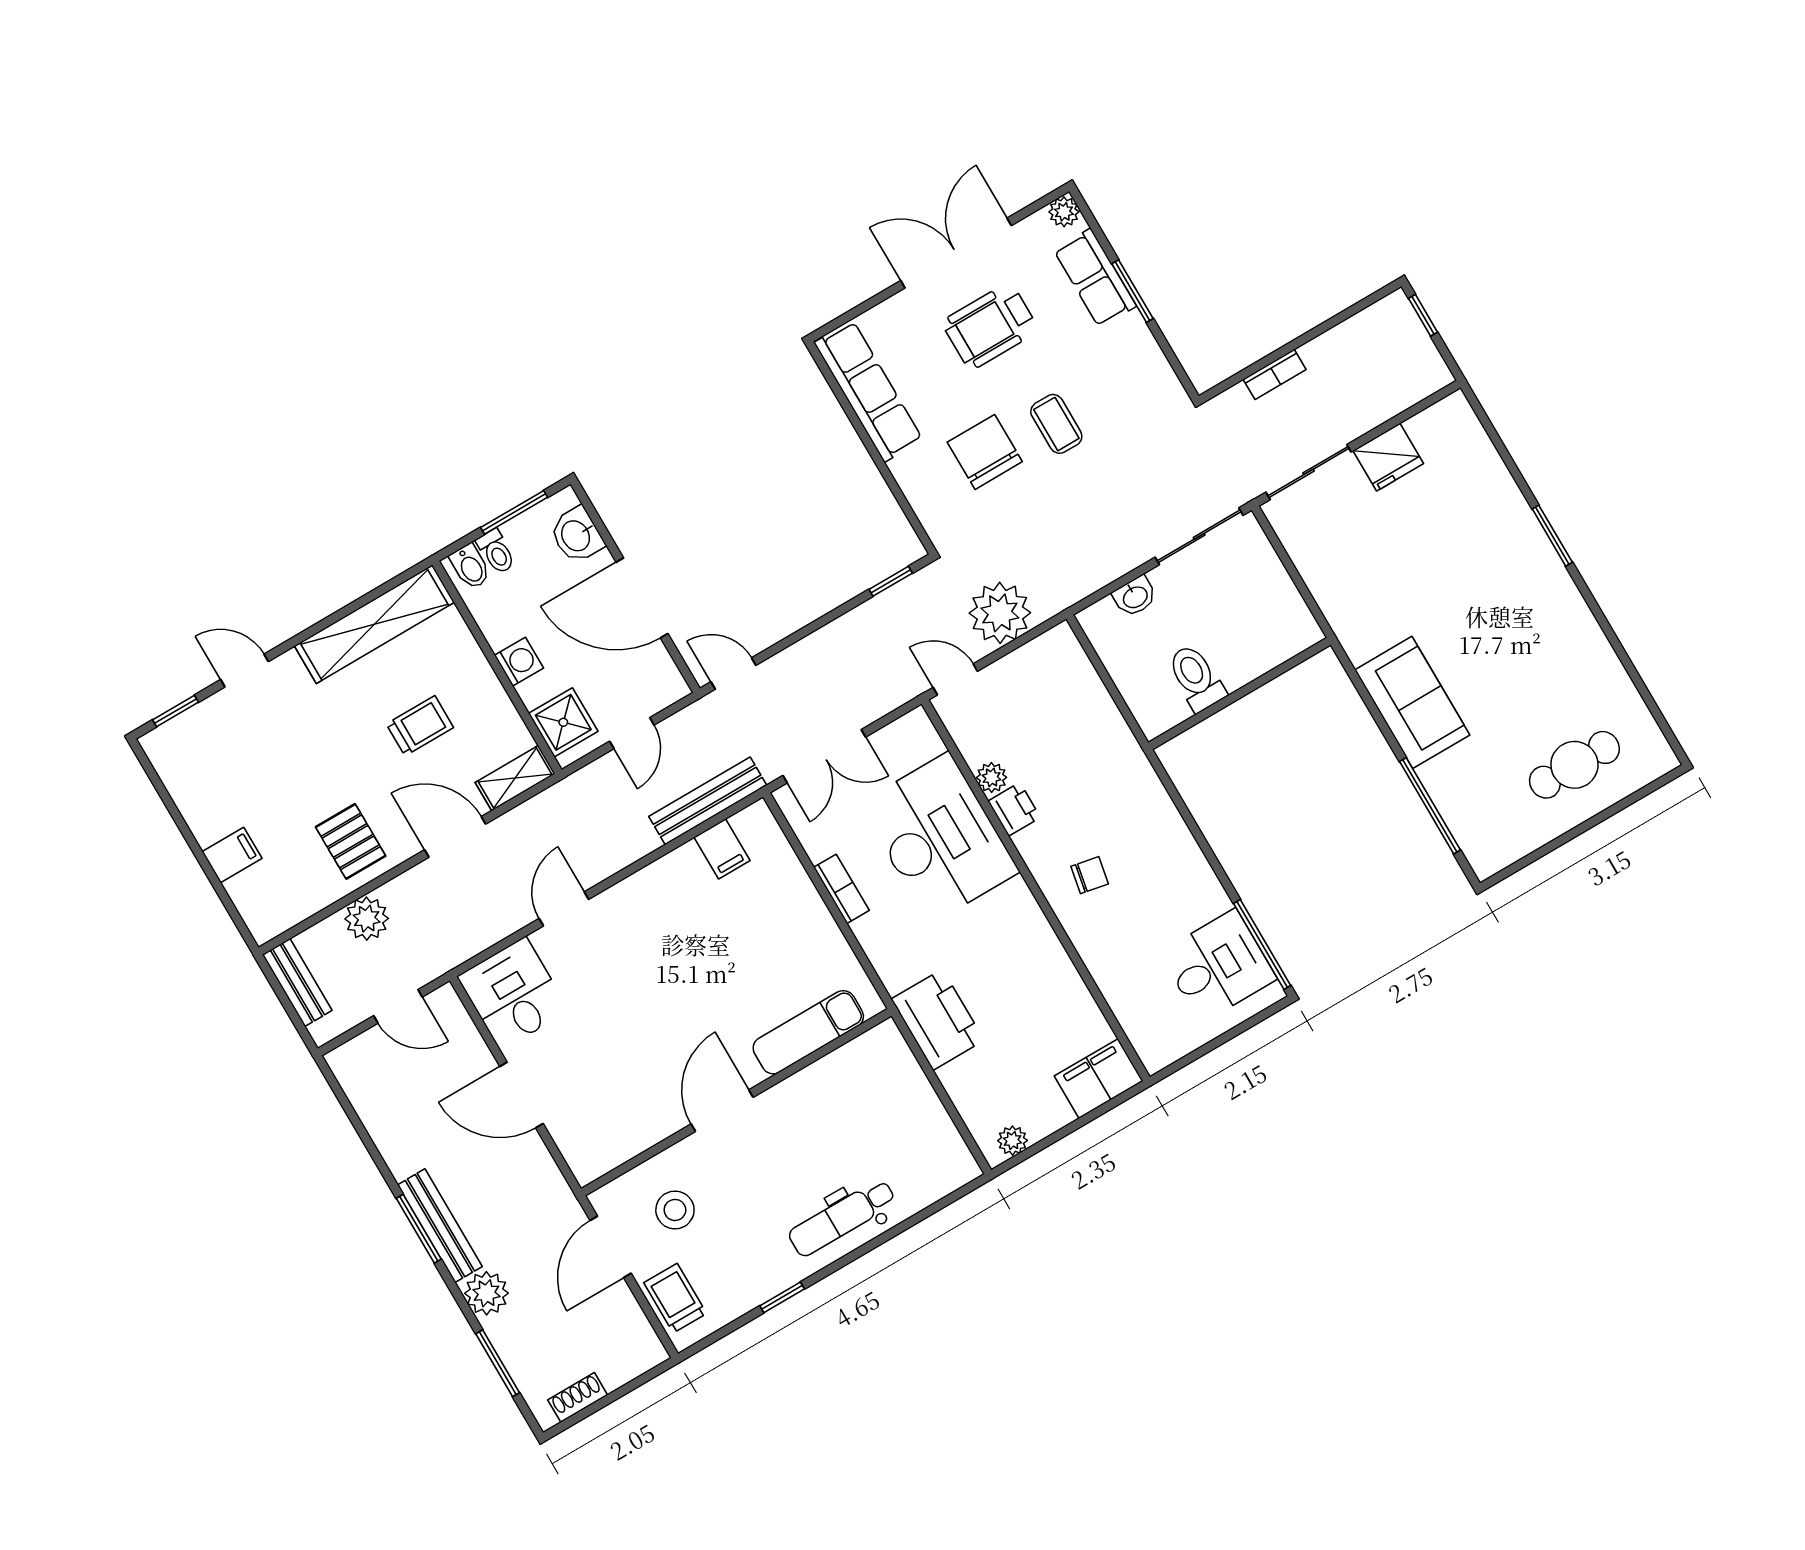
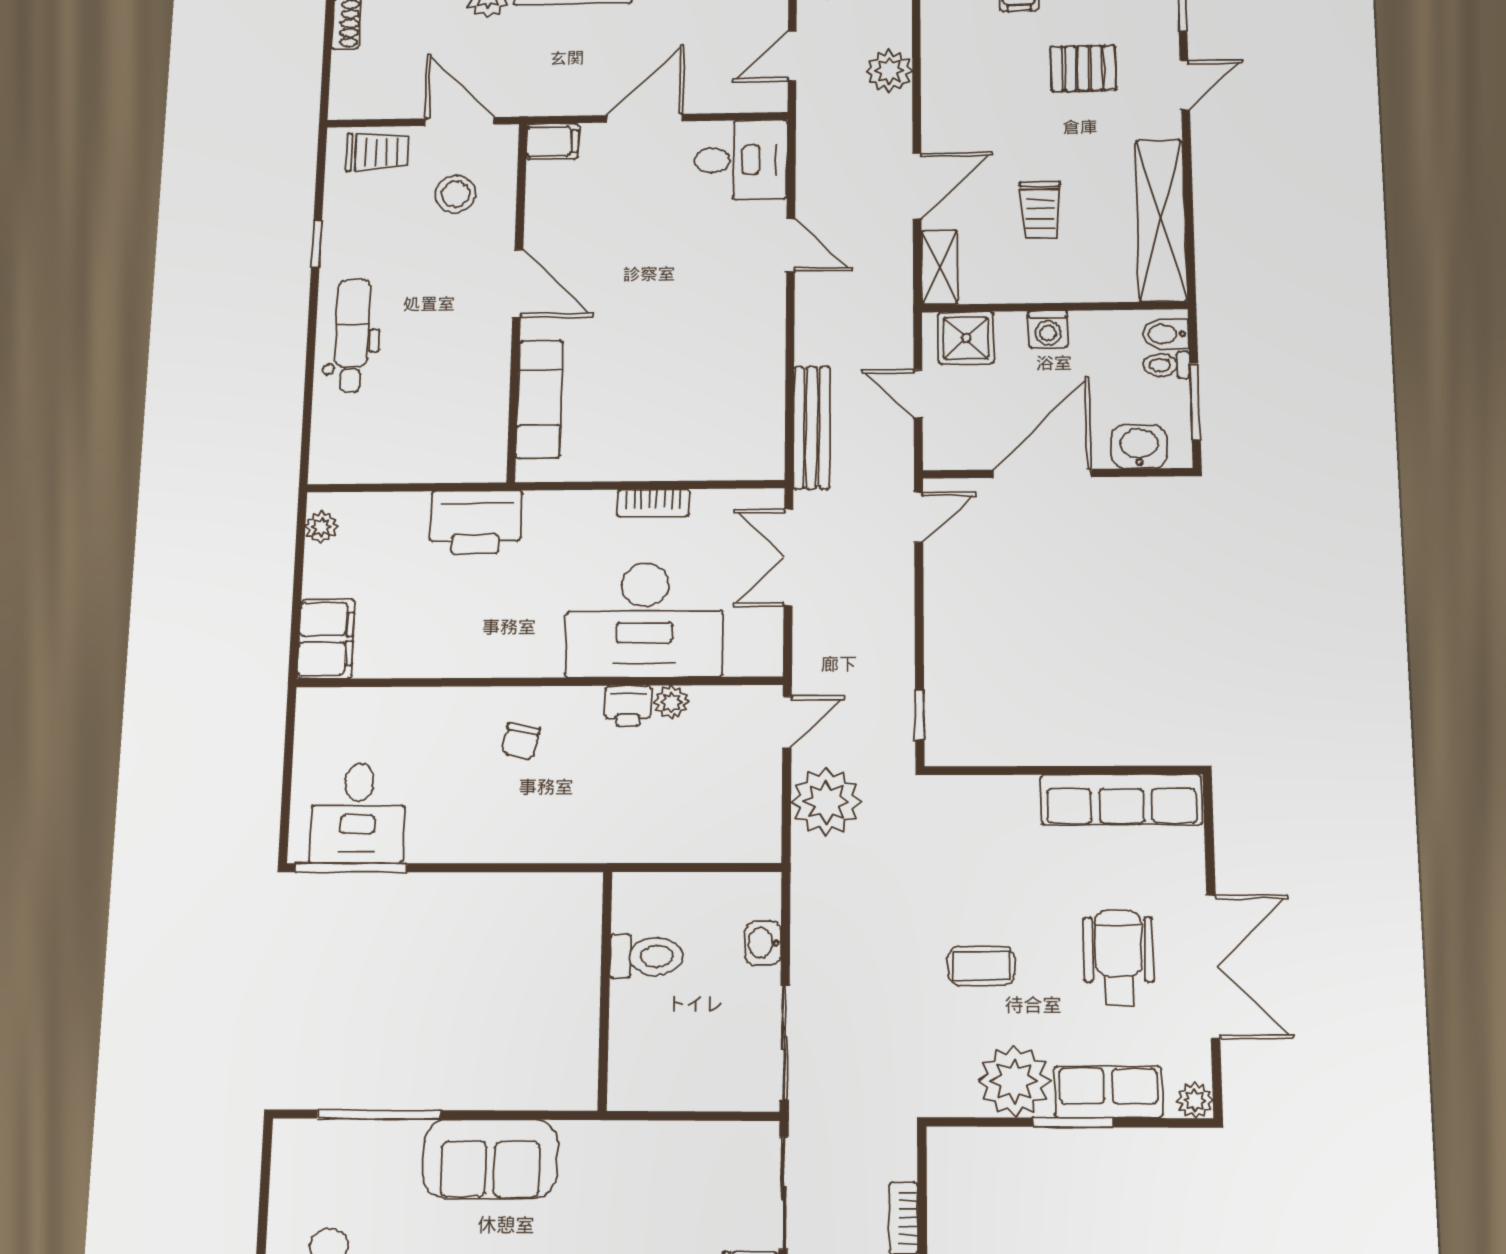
plant: (1128, 351) -> (1014, 1081), added
chair: (985, 452) -> (994, 879), removed
pallet: (351, 841) -> (1083, 68), moved
filing cabinet: (722, 849) -> (552, 141), moved, turned 180

